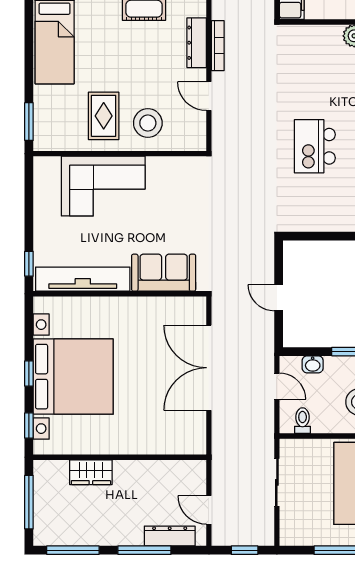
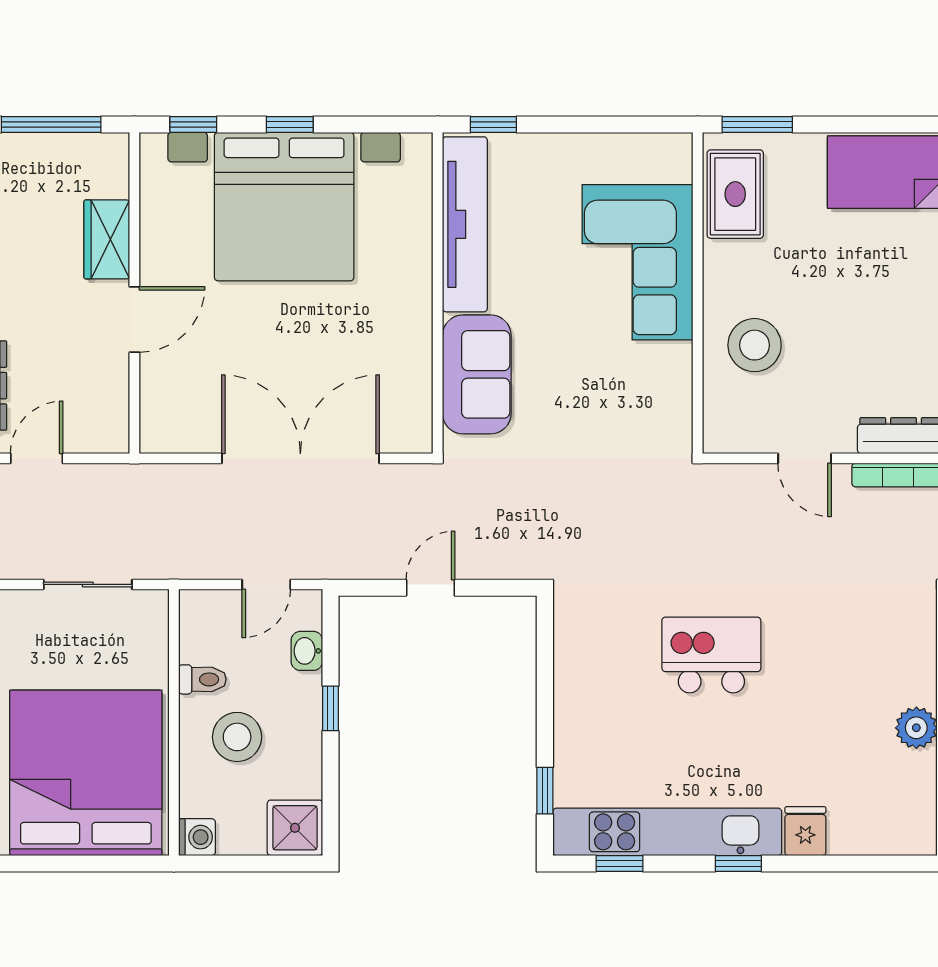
door: (209, 96) -> (805, 458), swing flipped
rug: (104, 116) -> (735, 194), moved, turned 90
toilet: (303, 421) -> (202, 679), moved
door: (134, 457) -> (134, 319), added

